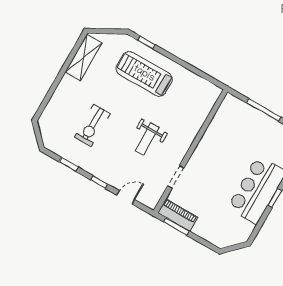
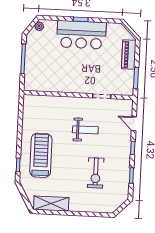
treadmill: (144, 74) -> (41, 155), turned 180
exercise bike: (92, 126) -> (96, 173), turned 90
piano: (178, 215) -> (129, 55), moved

